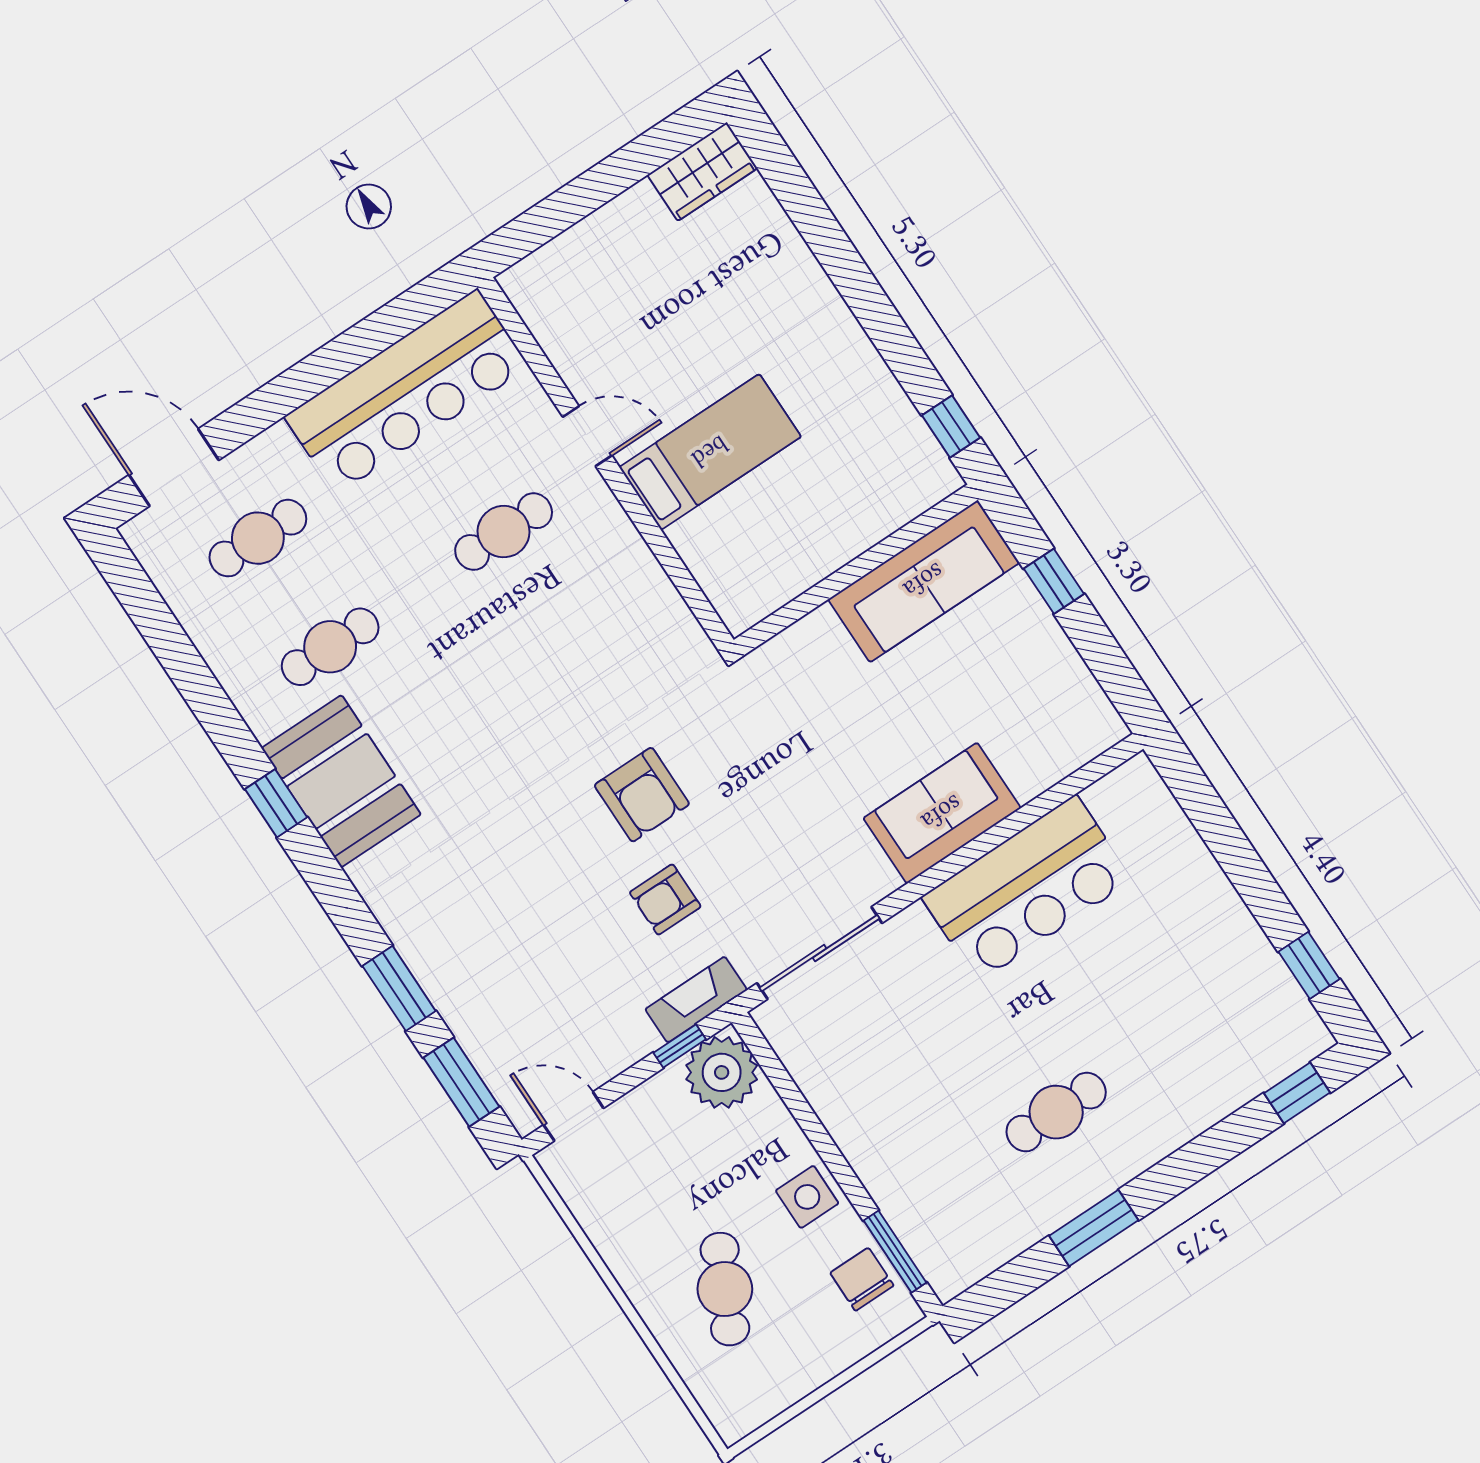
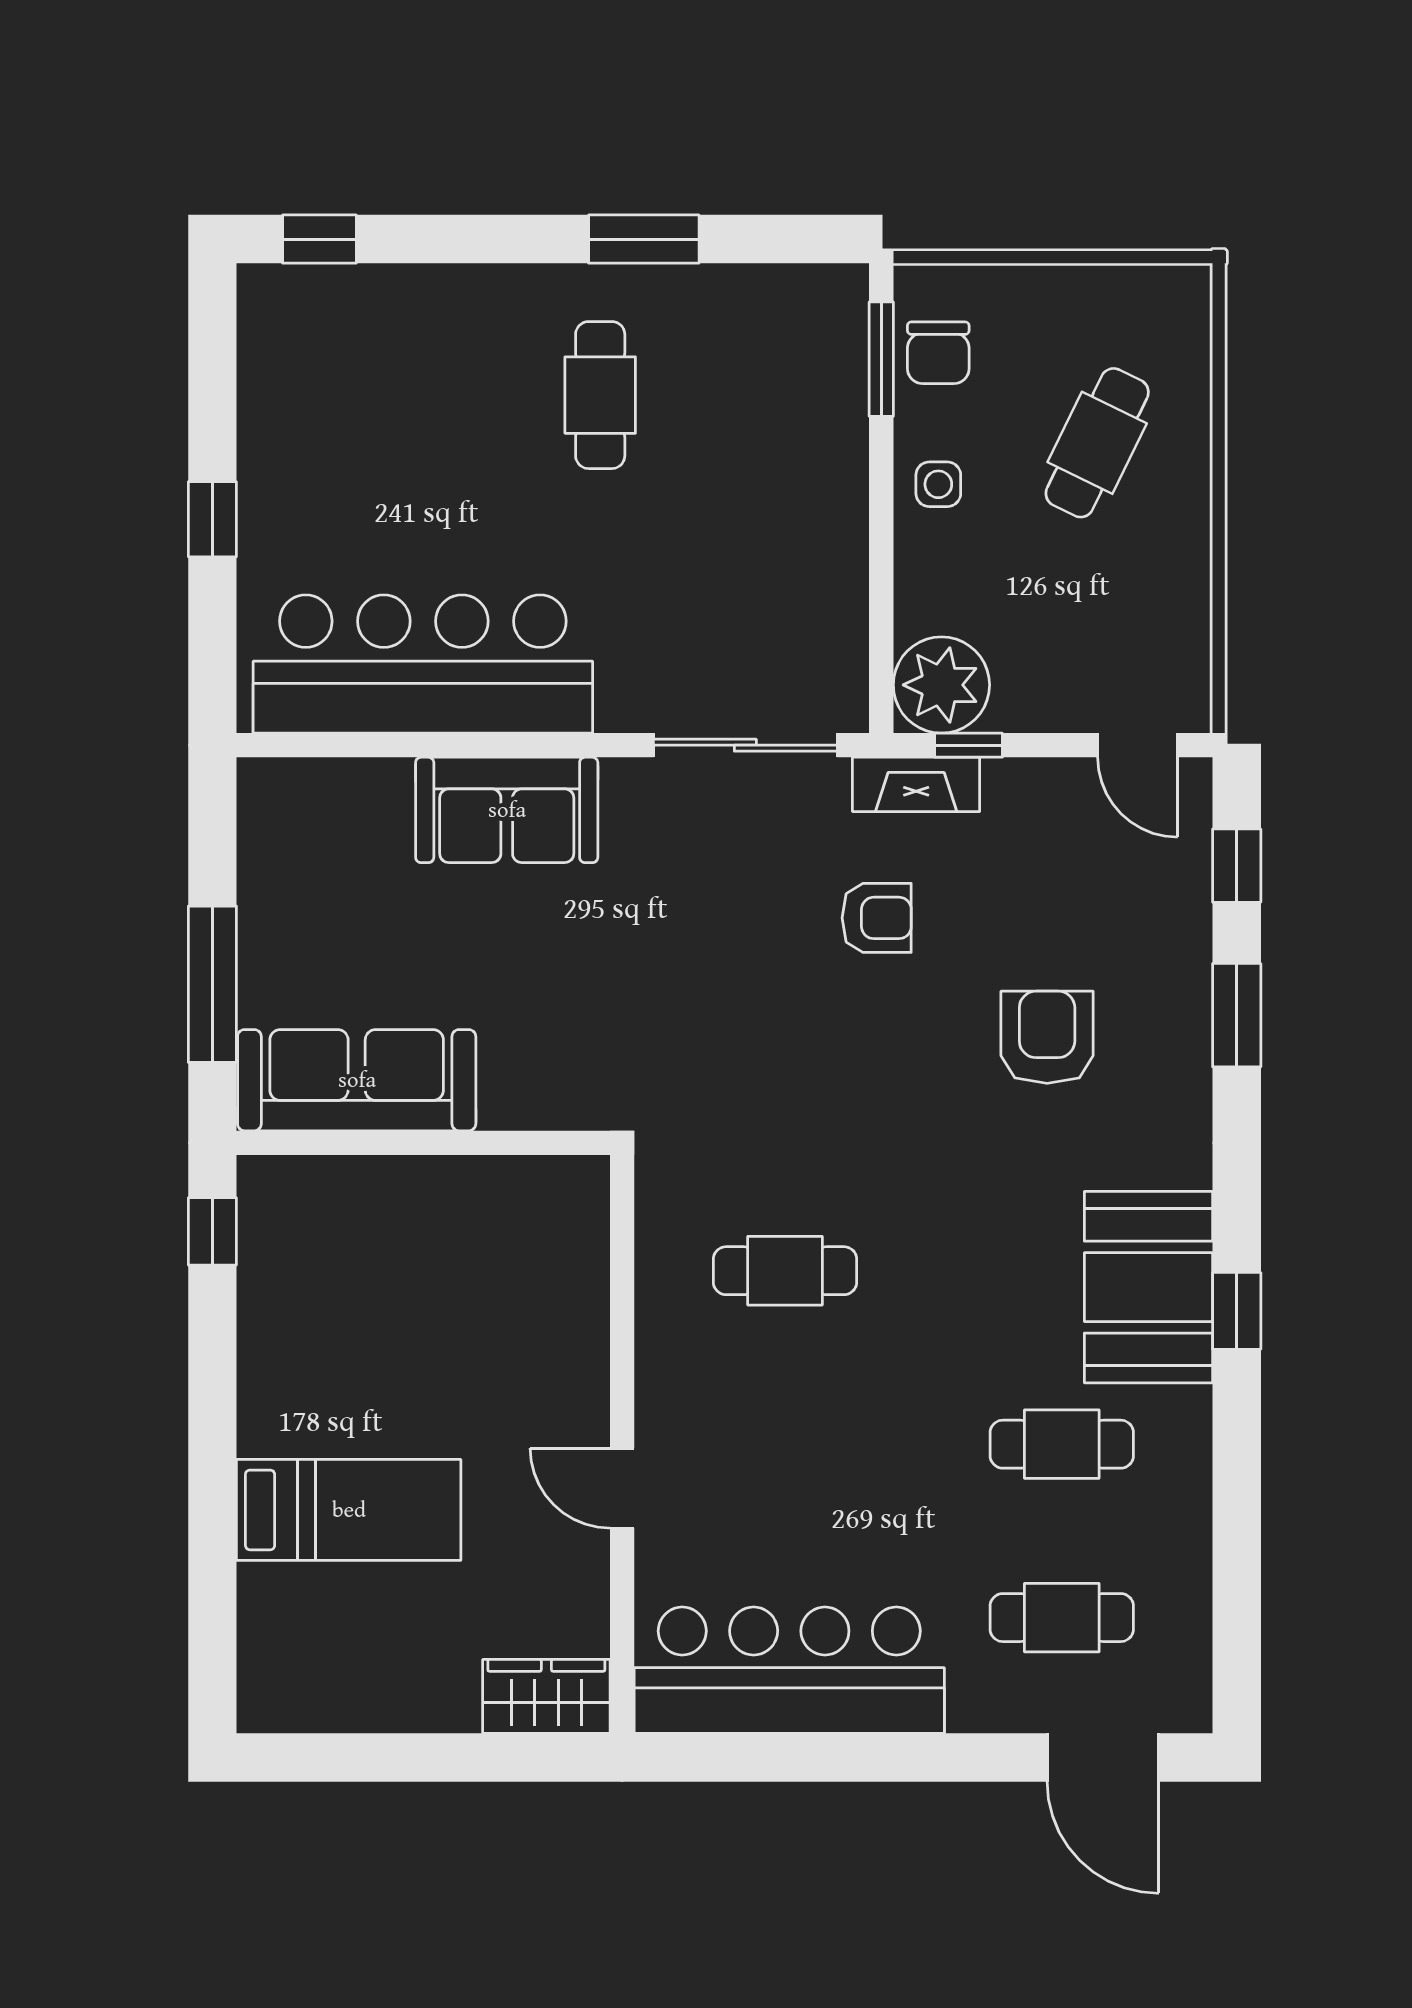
wardrobe: (702, 172) -> (546, 1696), moved
bed: (710, 452) -> (349, 1510), moved, turned 180
cafe table: (504, 532) -> (785, 1271), moved
window: (1054, 581) -> (212, 984), width x2.17
armchair: (642, 795) -> (1047, 1037), moved
bar counter: (1027, 888) -> (423, 664), width x1.36
window: (1309, 965) -> (212, 519), moved
window: (461, 1082) -> (1237, 866), width x0.67
cafe table: (1056, 1112) -> (600, 395), turned 90
side table: (807, 1197) -> (938, 484), width x0.73, depth x0.73

